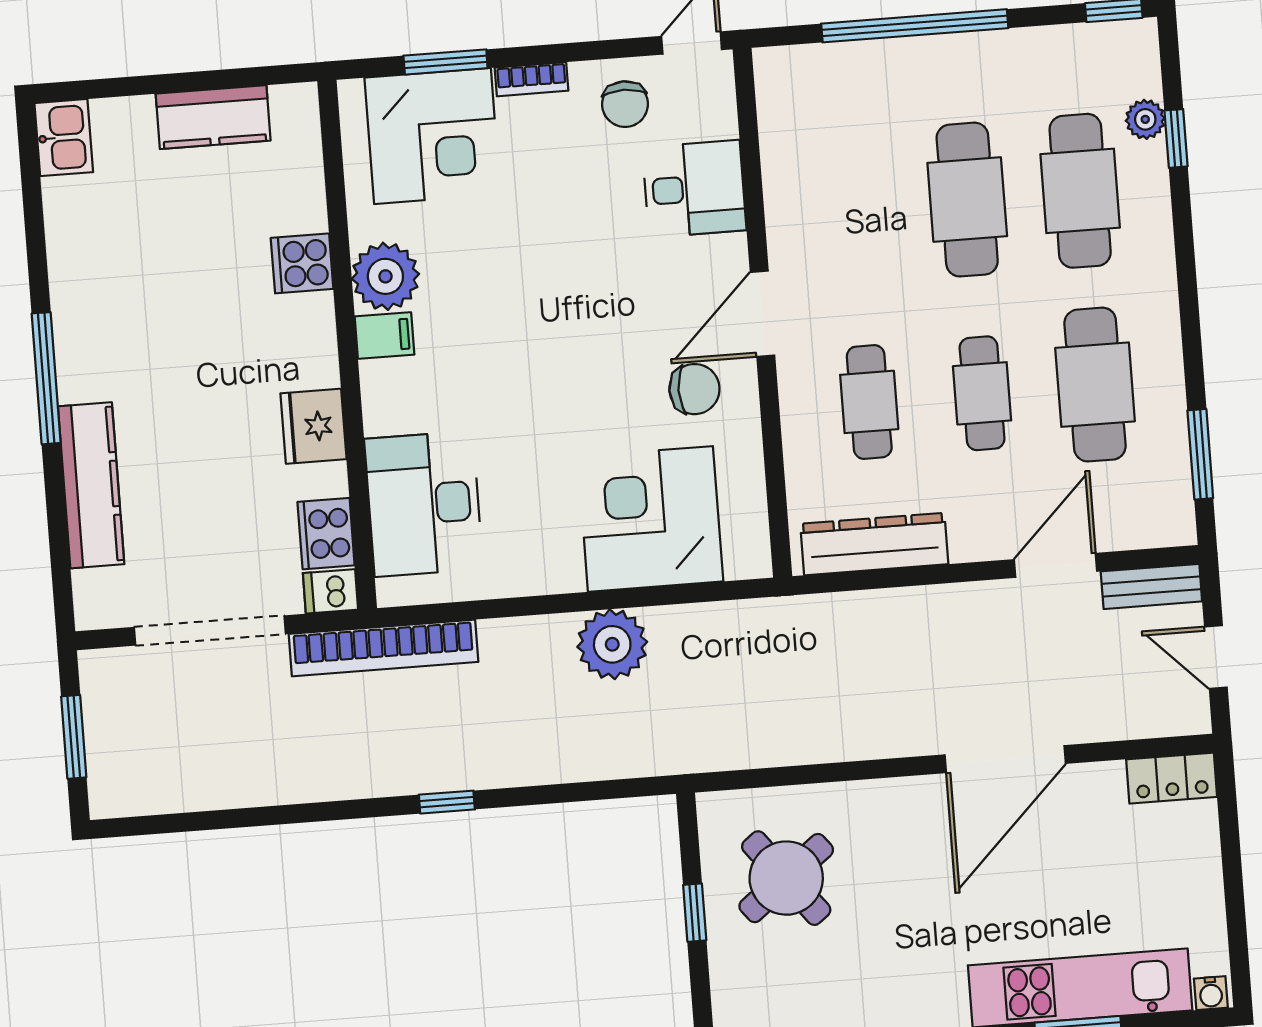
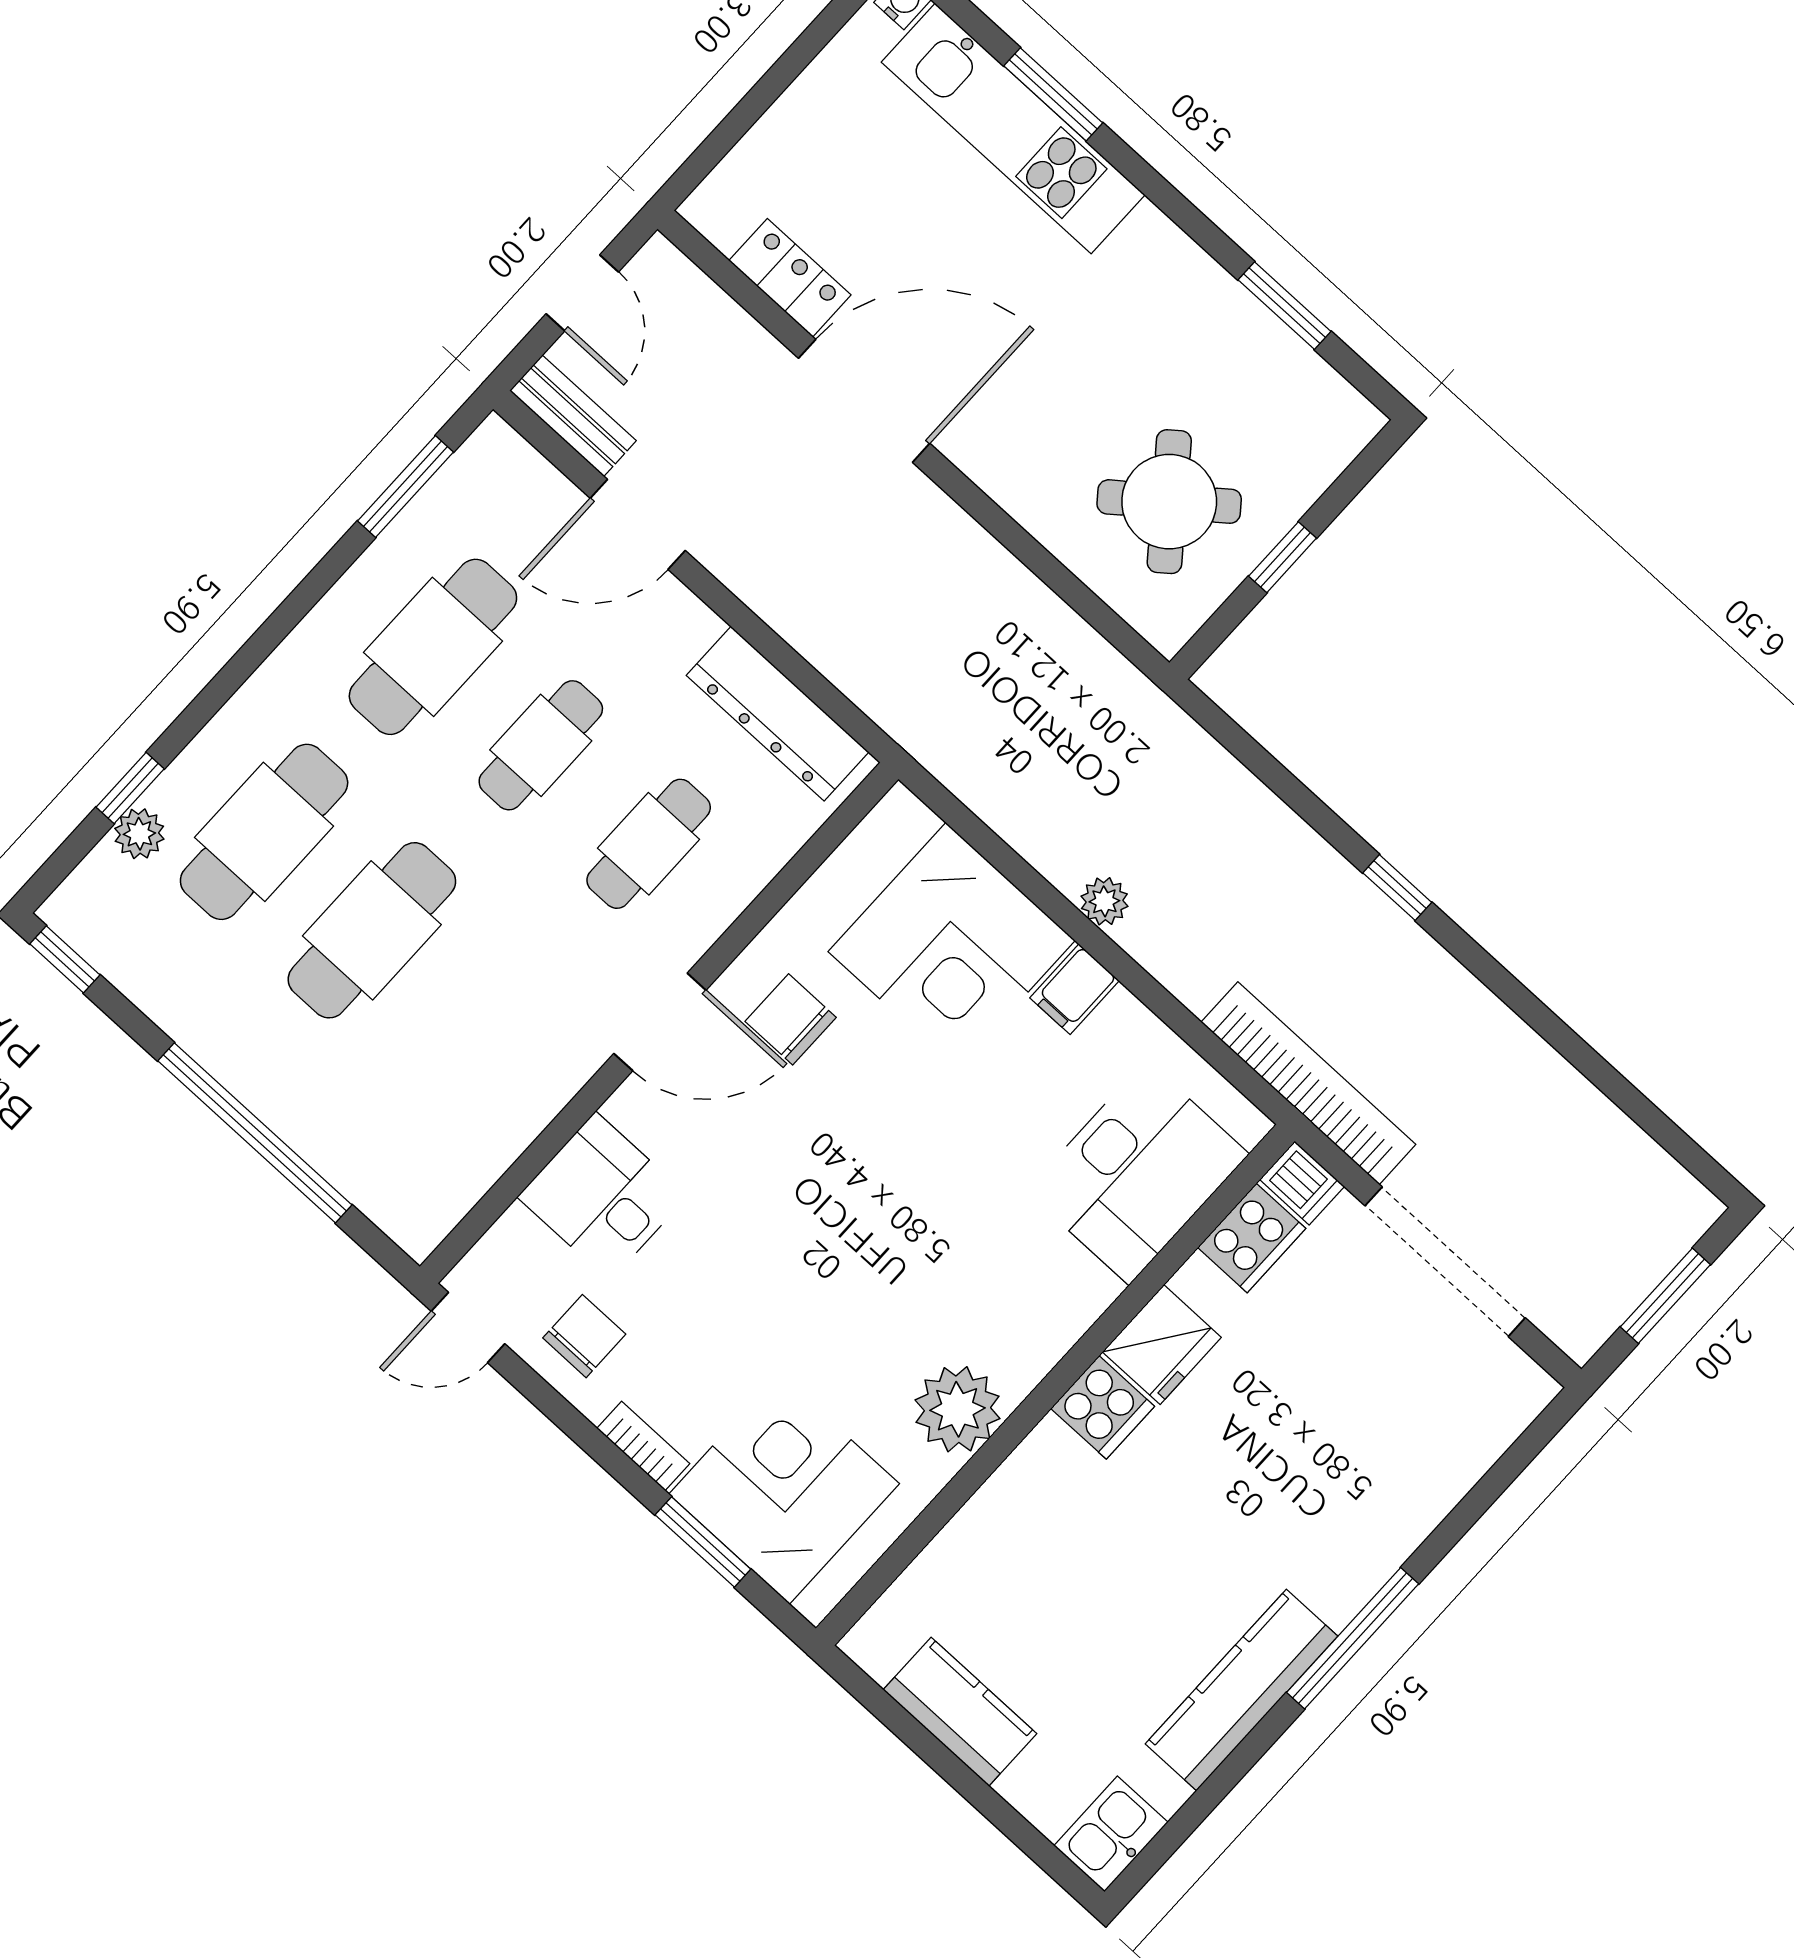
cooker: (302, 263) -> (1103, 1407), moved
filing cabinet: (384, 336) -> (1074, 989), moved, turned -90
kitchen counter: (91, 485) -> (1242, 1690), moved
plant: (612, 644) -> (1104, 901), width x0.53, depth x0.53
locker: (1172, 778) -> (790, 278), moved

